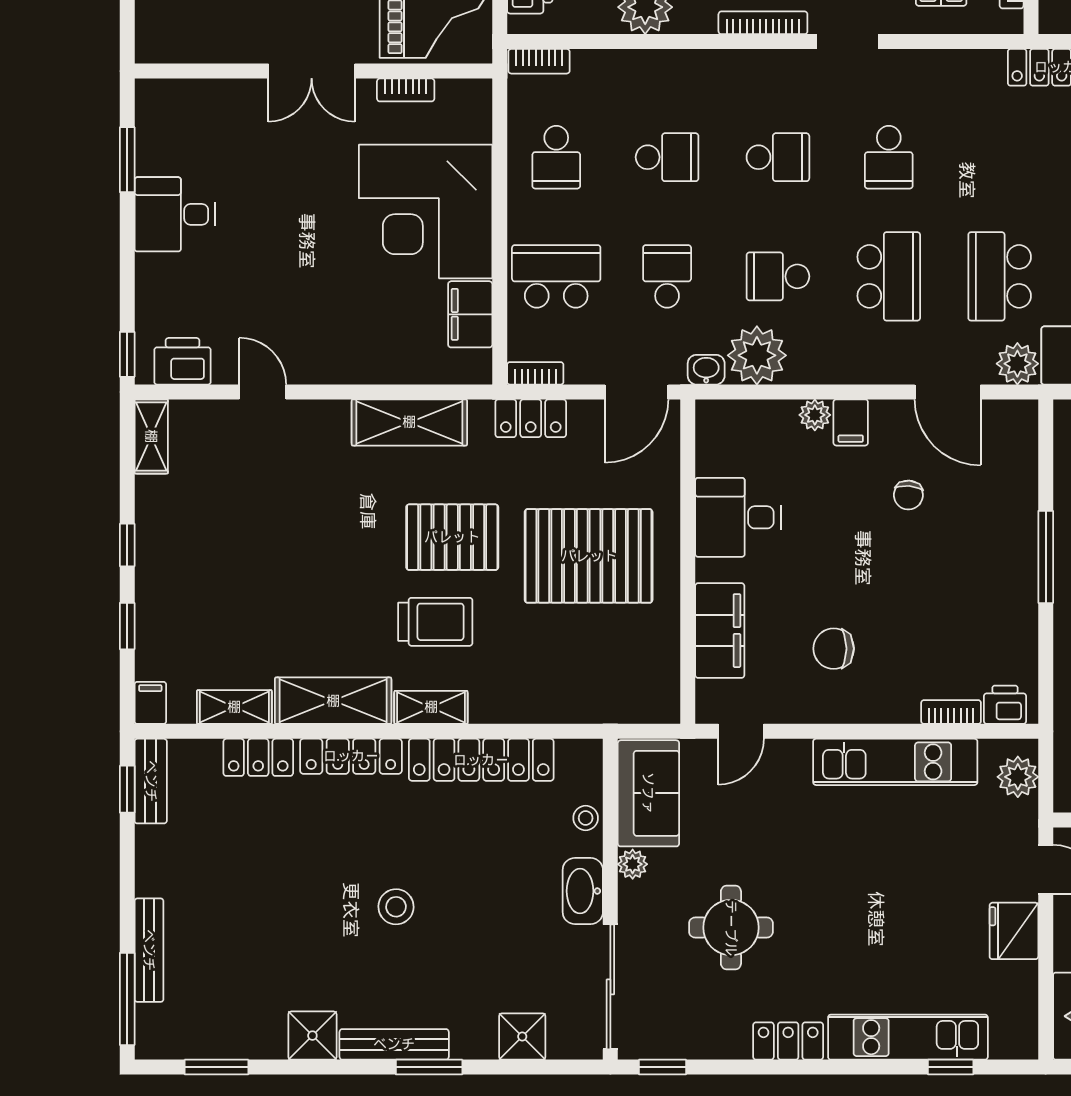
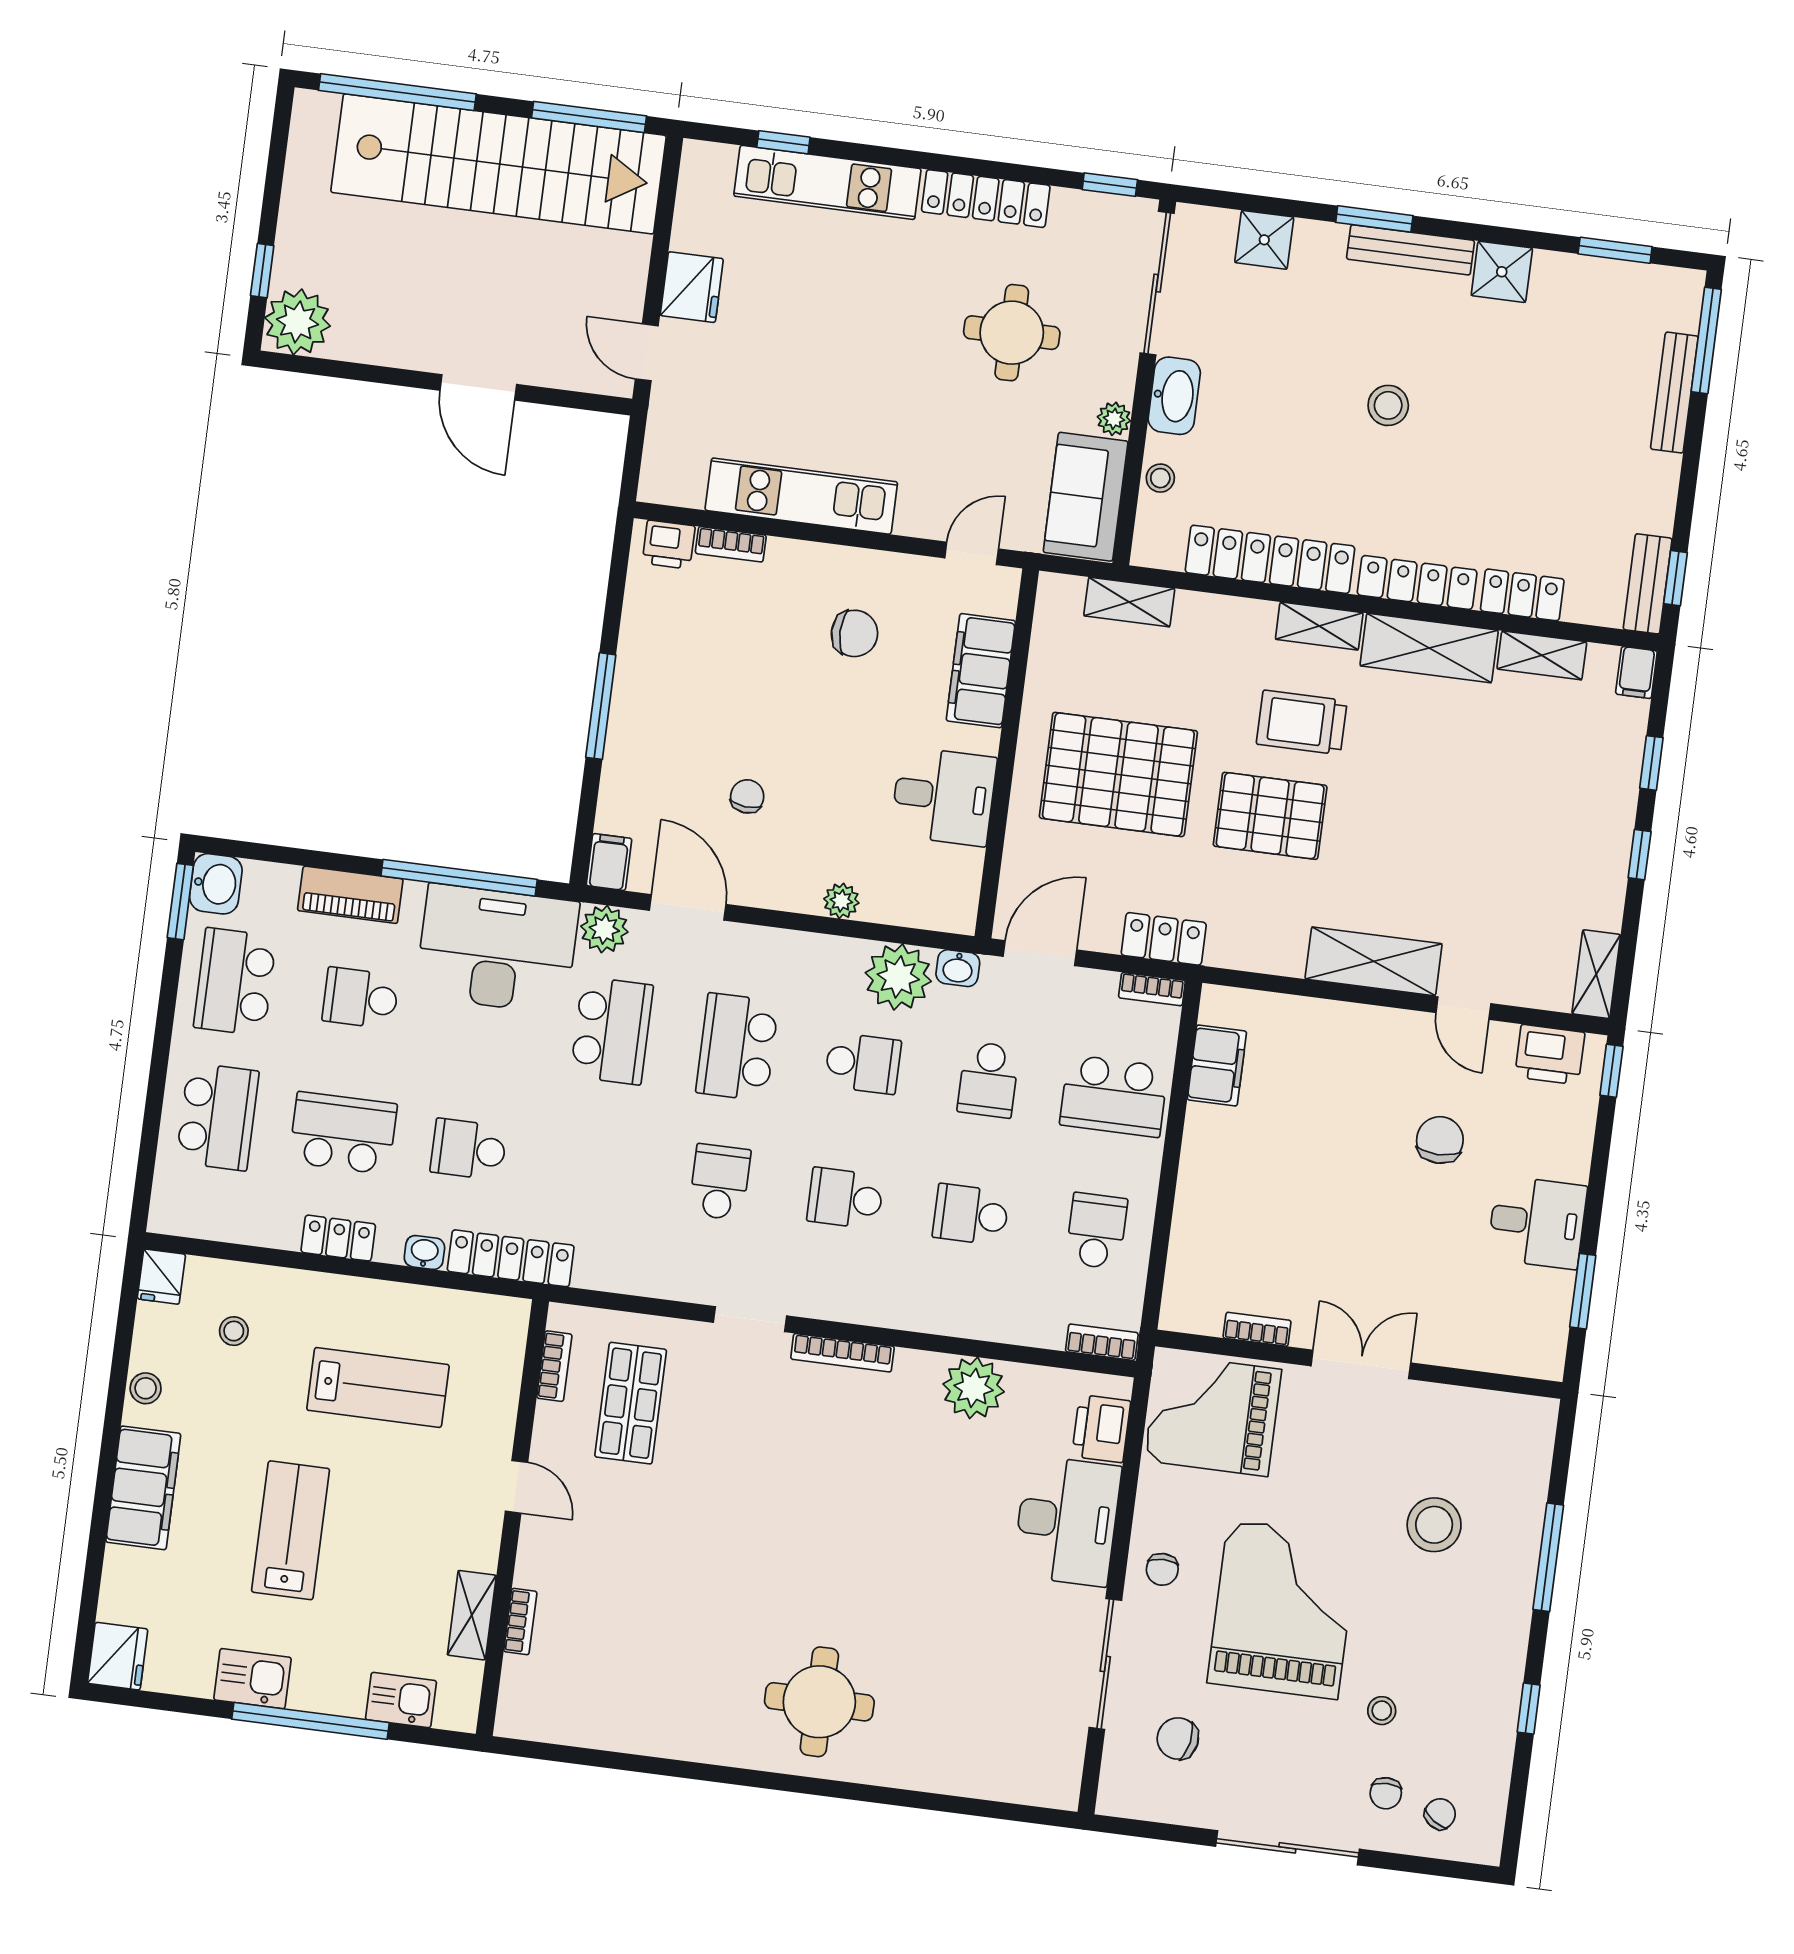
corner desk: (426, 212) -> (1252, 1189), removed
chair: (268, 275) -> (1440, 1140), added
shelving: (409, 422) -> (1374, 961), moved
filing cabinet: (851, 422) -> (609, 862), moved
shelving: (599, 707) -> (1129, 602), added
plant: (1018, 777) -> (665, 461), removed
locker: (788, 1041) -> (986, 199), width x1.53

